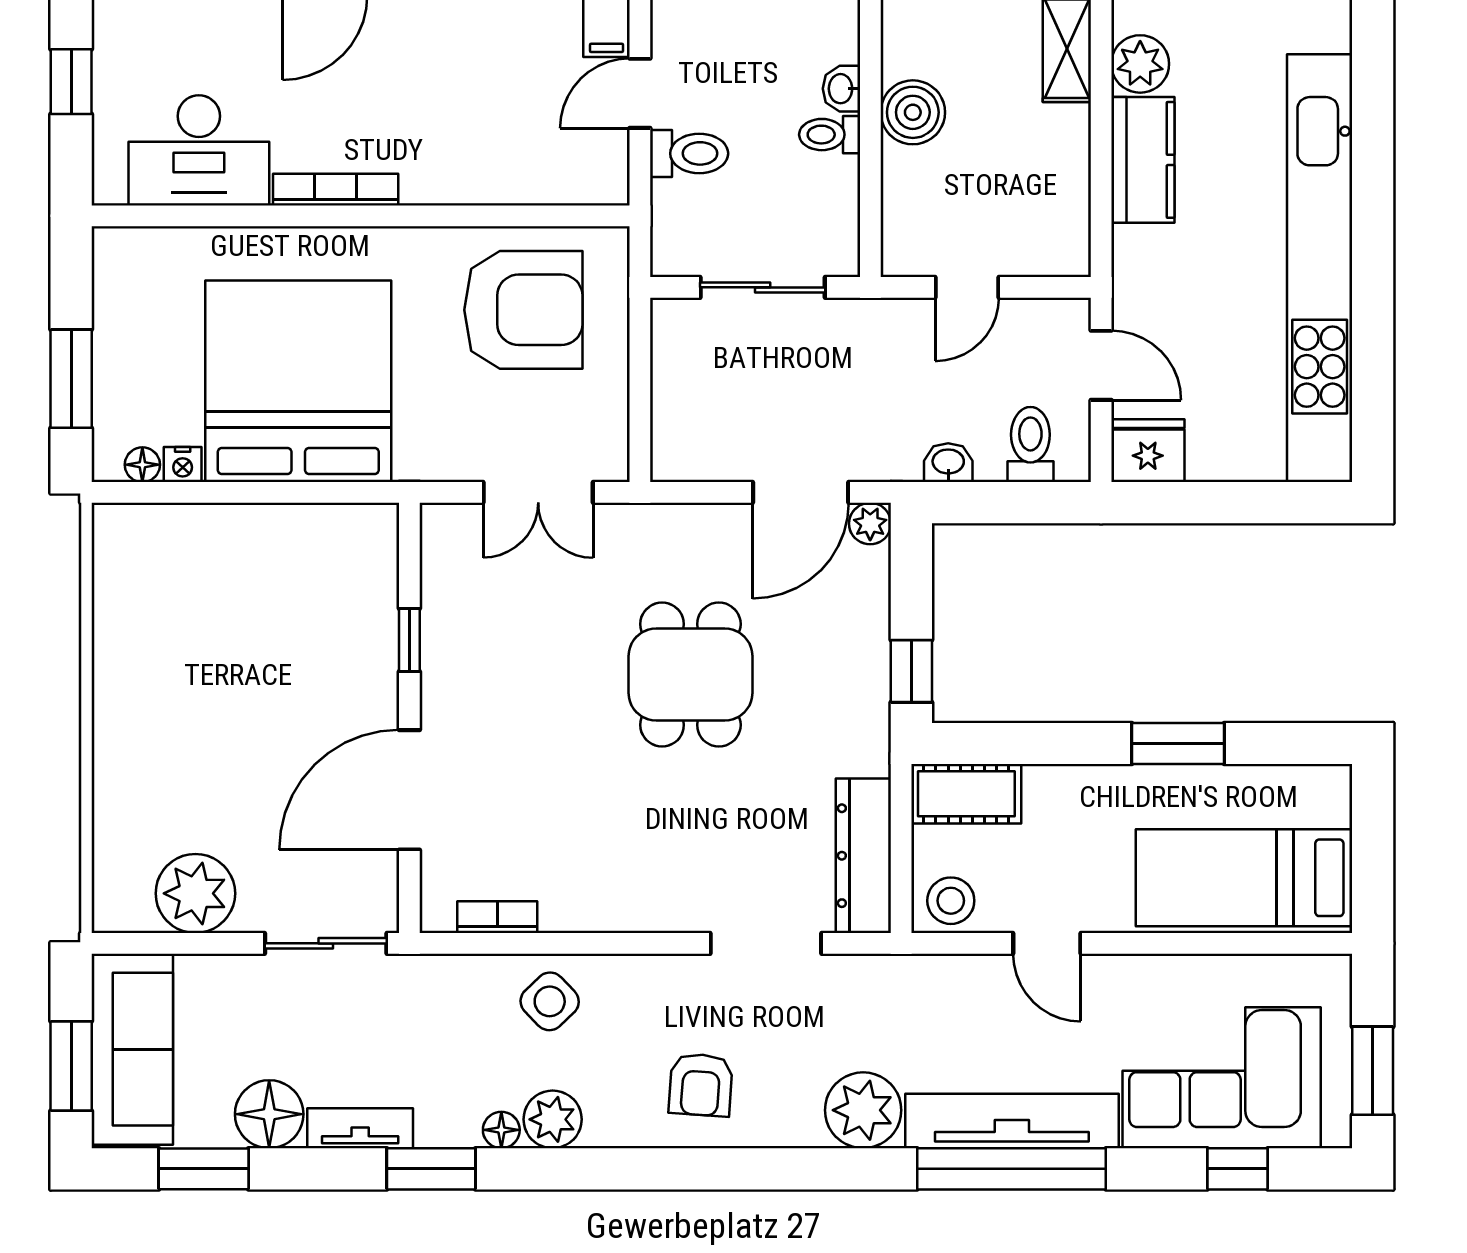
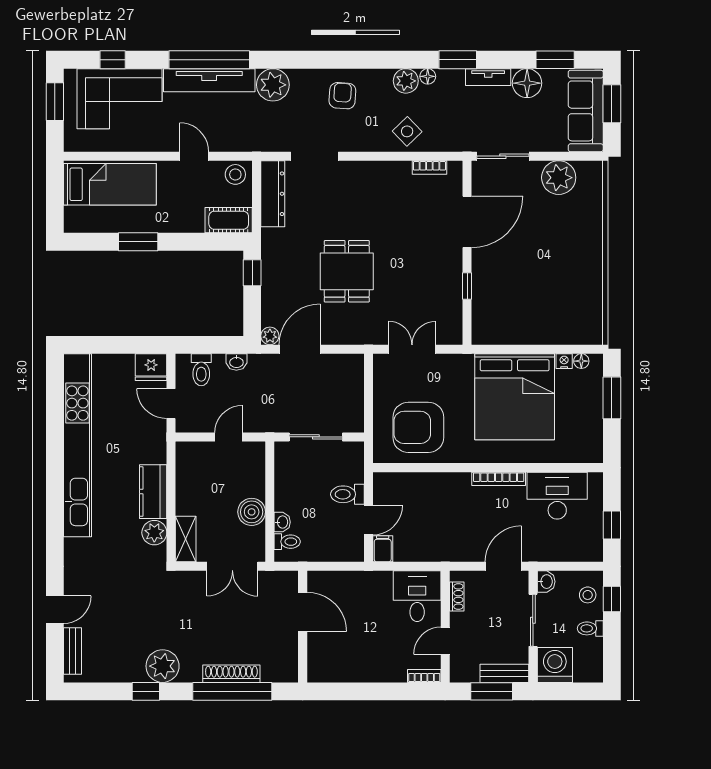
toilet: (830, 135) -> (287, 542), moved

